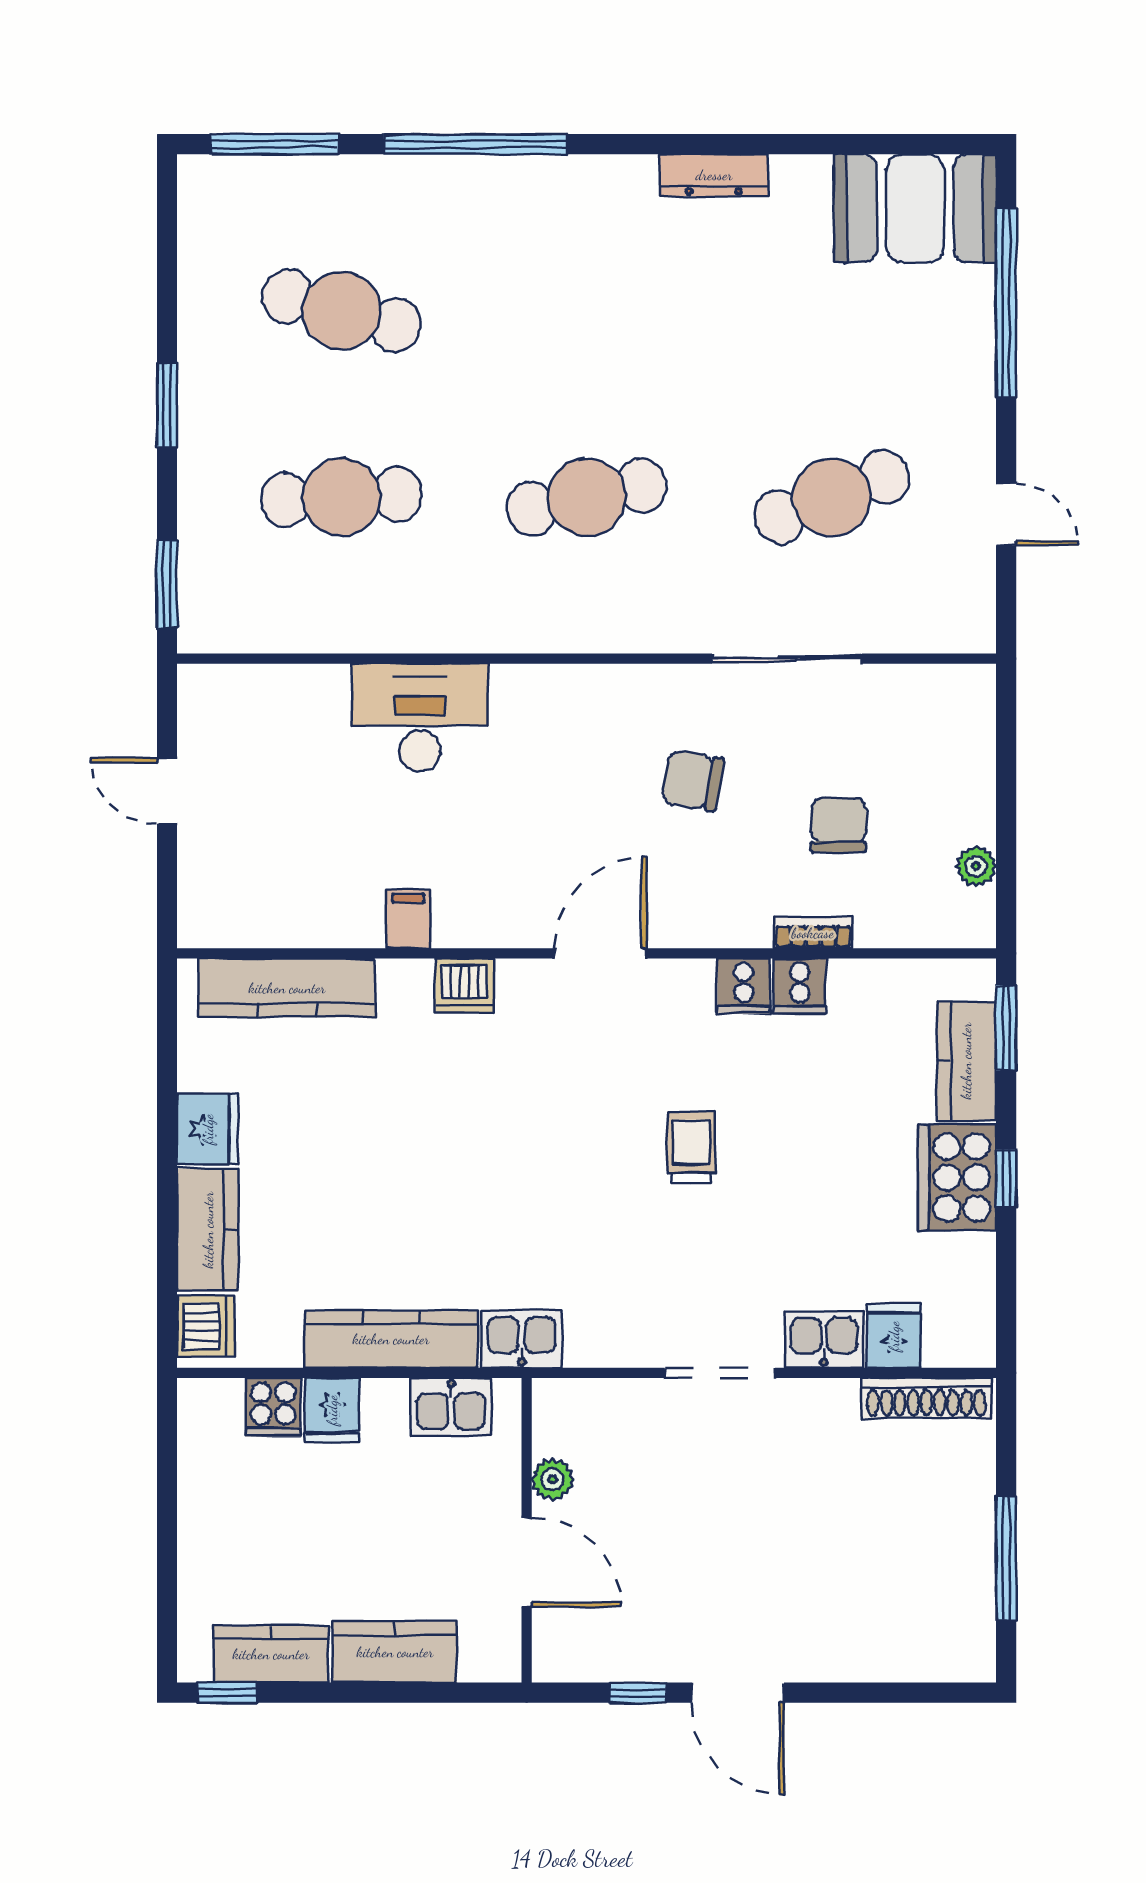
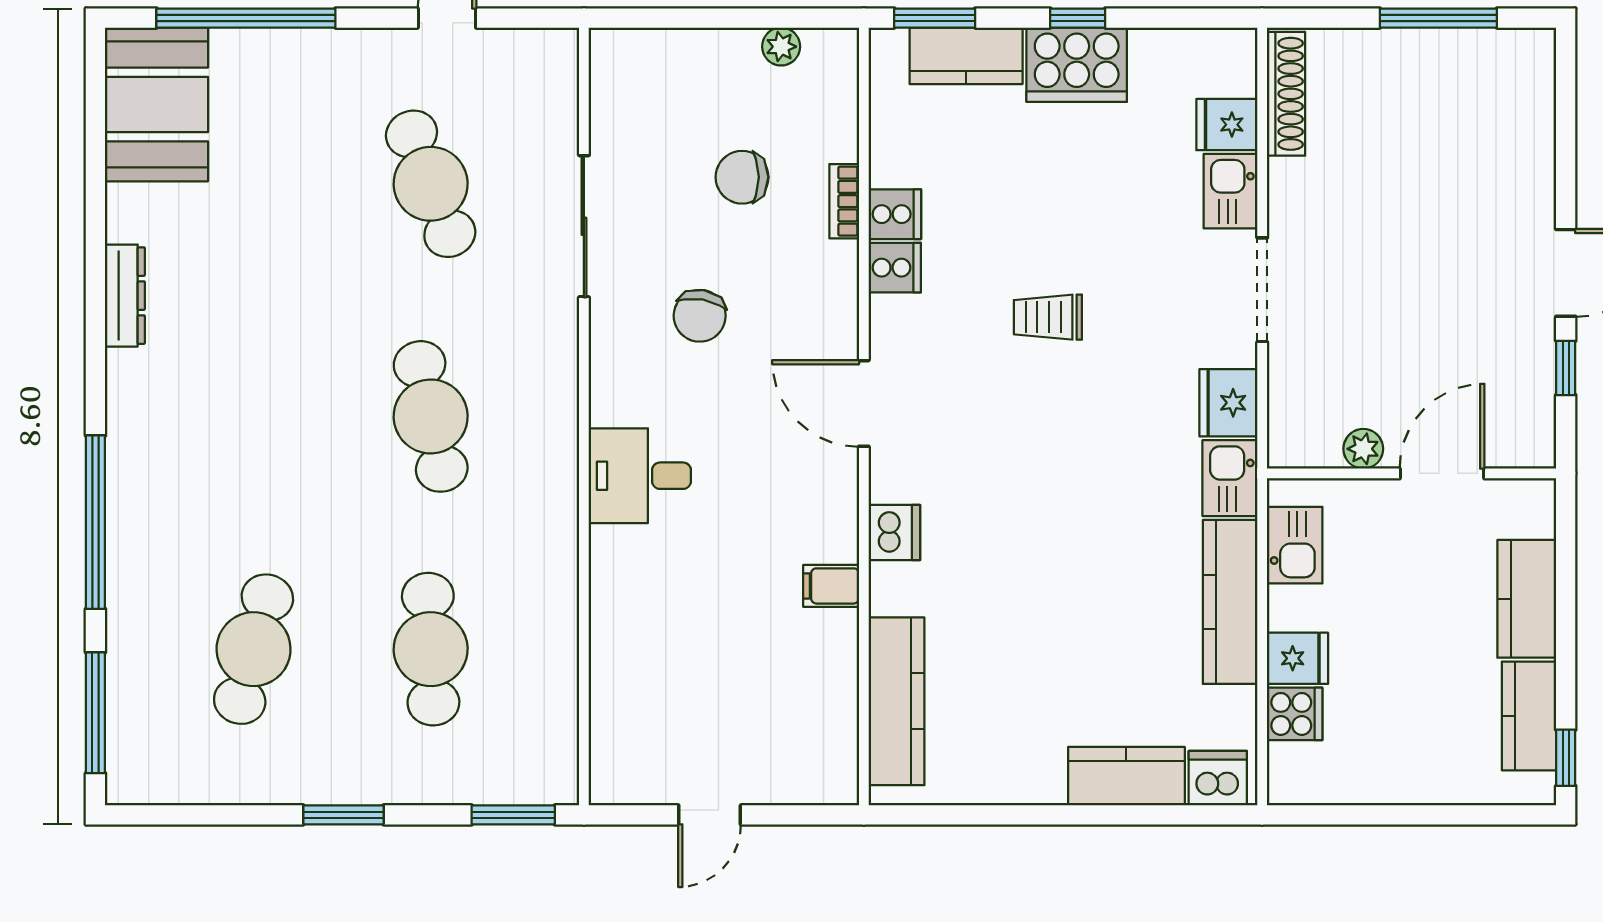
desk: (420, 717) -> (640, 476), moved, width x0.73
fridge: (208, 1129) -> (1228, 403), moved, turned -90

